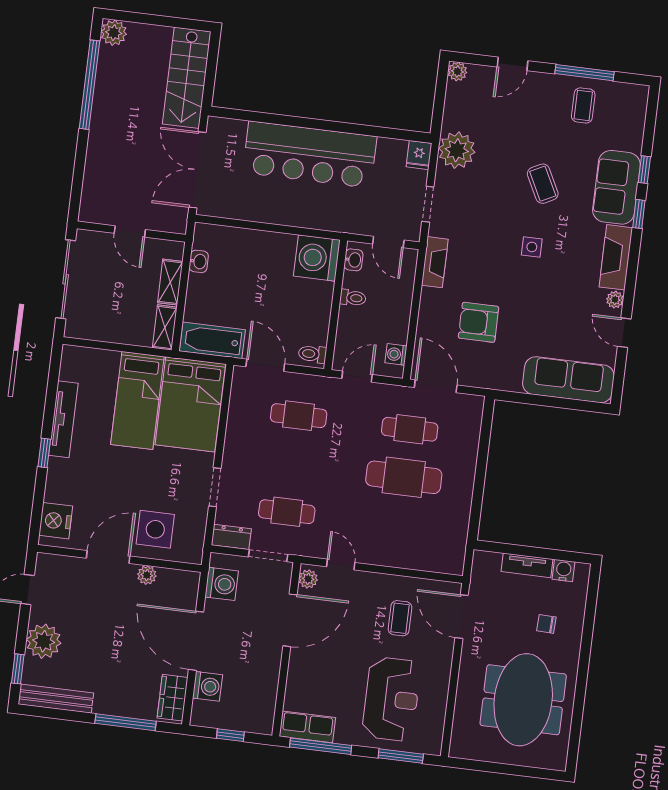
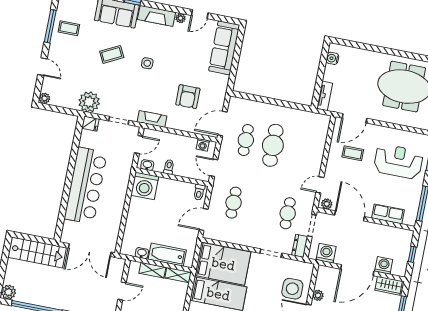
bathtub: (212, 340) -> (167, 255), moved, turned 90
tv unit: (527, 565) -> (325, 96), moved
chair: (546, 624) -> (362, 70), removed
row of seats: (307, 727) -> (388, 214), moved, turned 90

